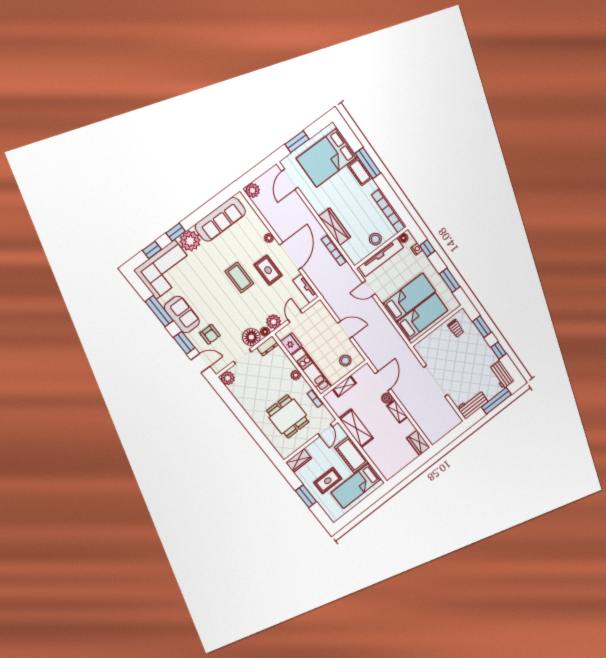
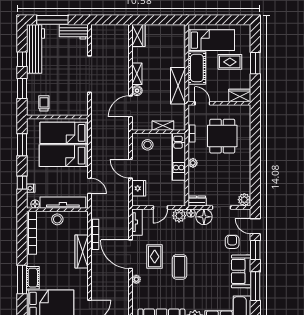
door: (290, 256) -> (131, 254), hinge flipped
fridge: (291, 344) -> (139, 188), moved, turned 180
workbench: (502, 375) -> (36, 49), width x1.88, depth x1.32
door: (325, 430) -> (202, 103), hinge flipped

